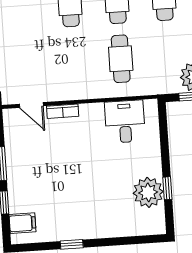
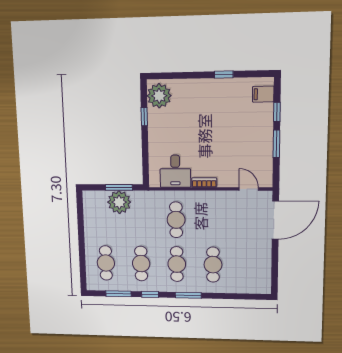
bookcase: (63, 111) -> (204, 183), moved
plant: (148, 192) -> (159, 96), moved

